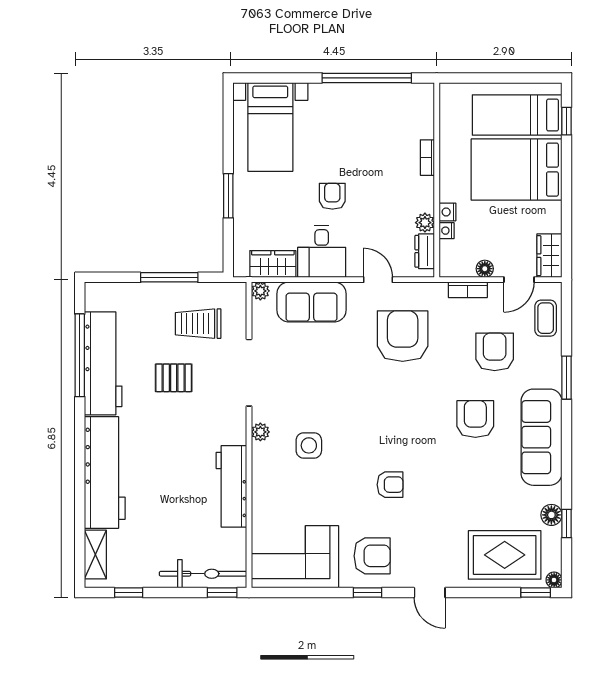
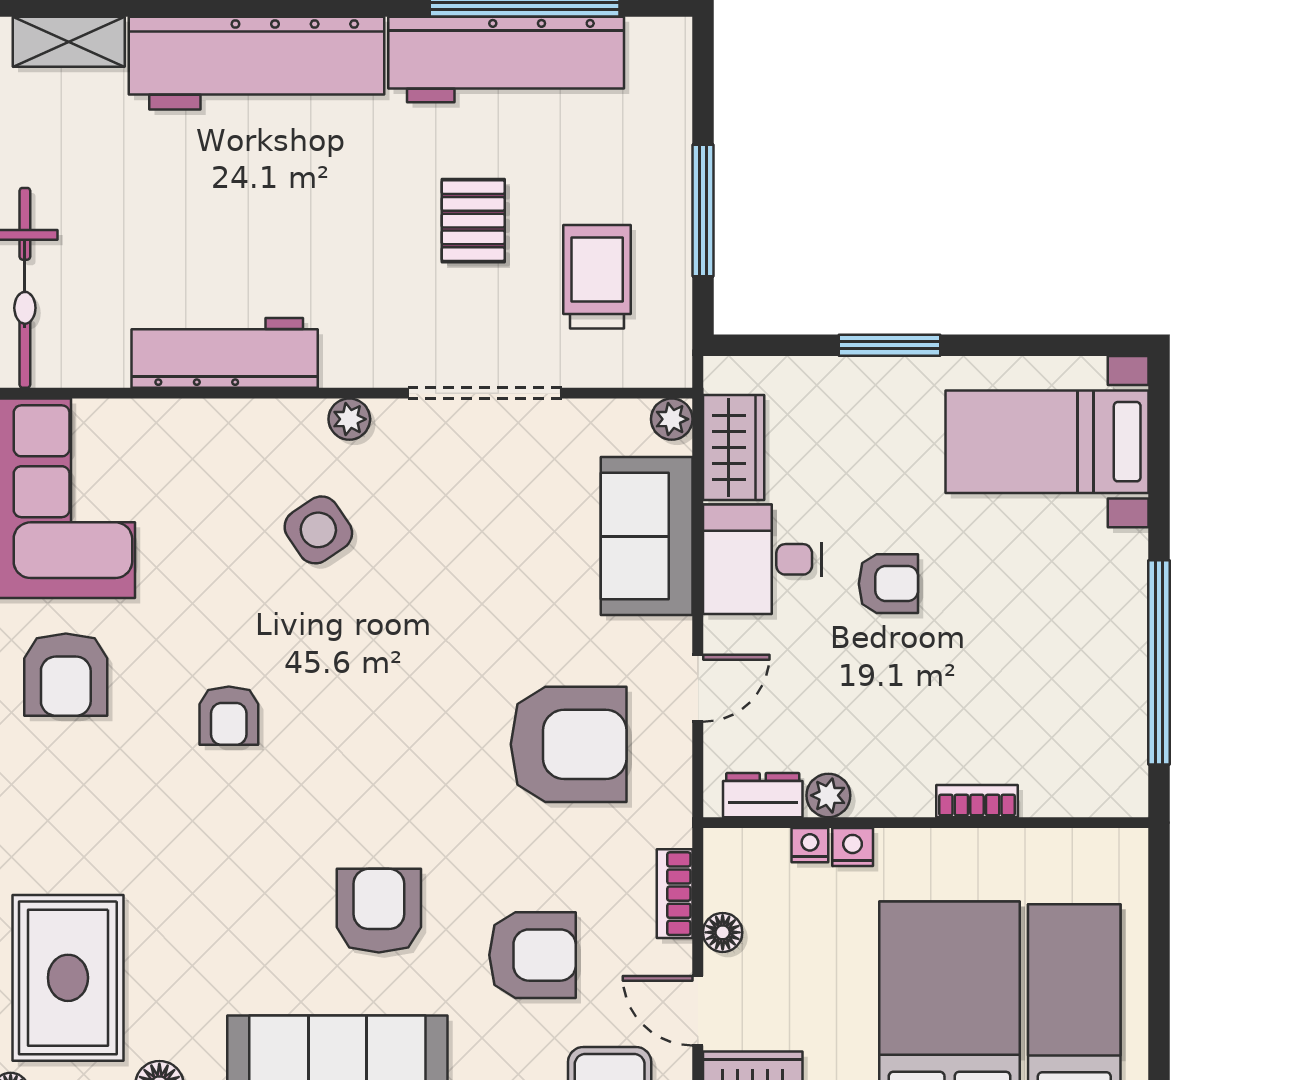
armchair: (475, 419) -> (379, 911), turned -90
side table: (309, 445) -> (318, 530), turned -34

